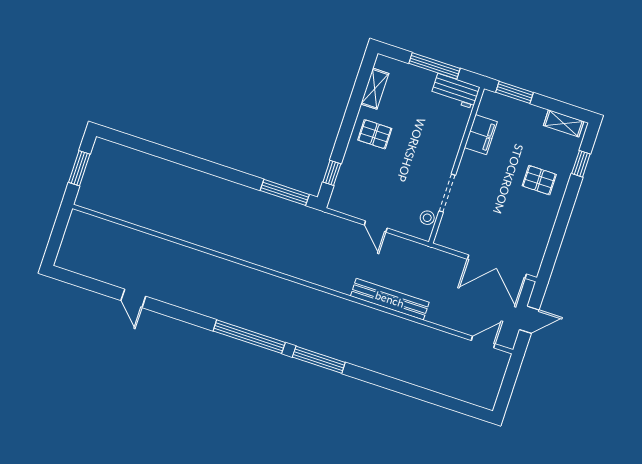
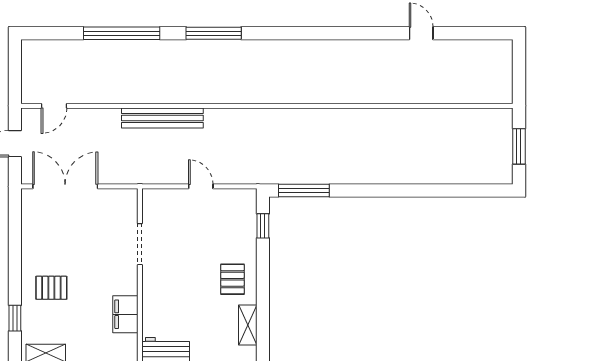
pallet: (375, 134) -> (232, 279), turned 90
stool: (427, 218) -> (152, 212), removed
window: (249, 337) -> (122, 33), moved

